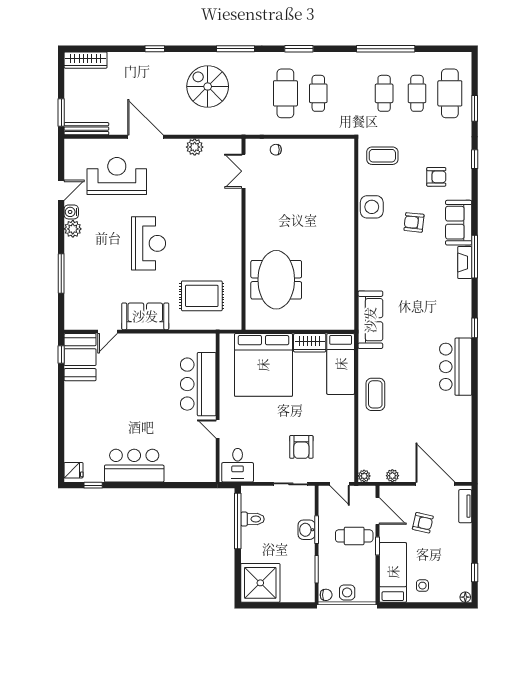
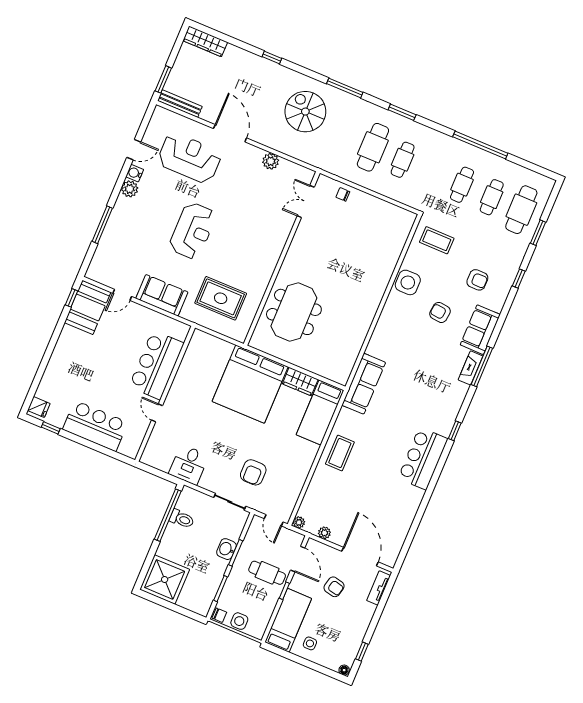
bar counter: (198, 384) -> (156, 365), moved
wall: (218, 408) -> (165, 394), moved
door: (218, 429) -> (157, 413), moved

